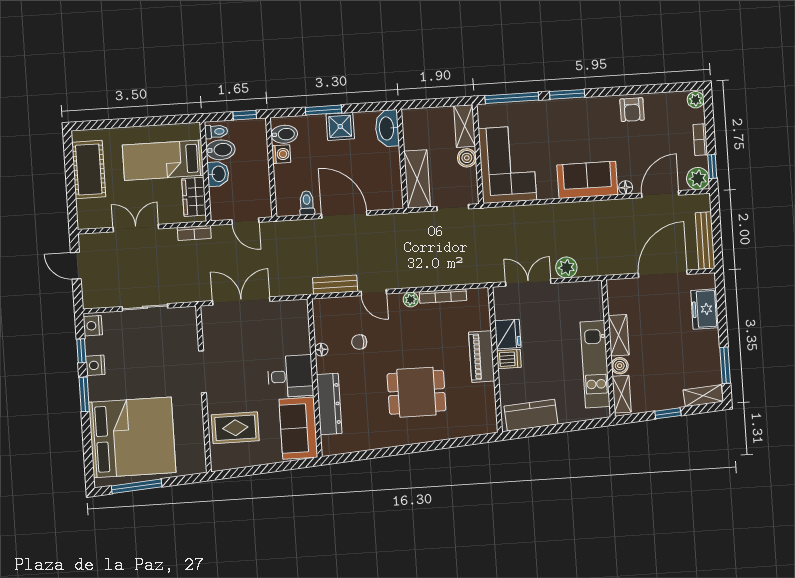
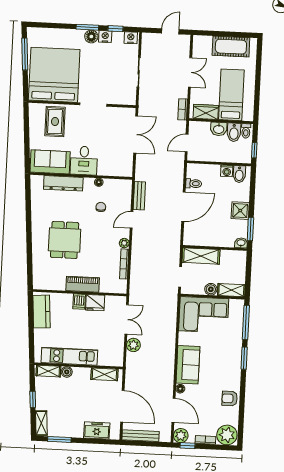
plant: (696, 100) -> (227, 435), width x1.87, depth x1.87
window: (324, 110) -> (250, 229), moved
washbasin: (387, 128) -> (241, 243), width x0.52, depth x0.69
shelving: (619, 335) -> (104, 374), moved
floor lamp: (98, 387) -> (91, 37), added
bed: (132, 437) -> (54, 75), moved, turned 180

